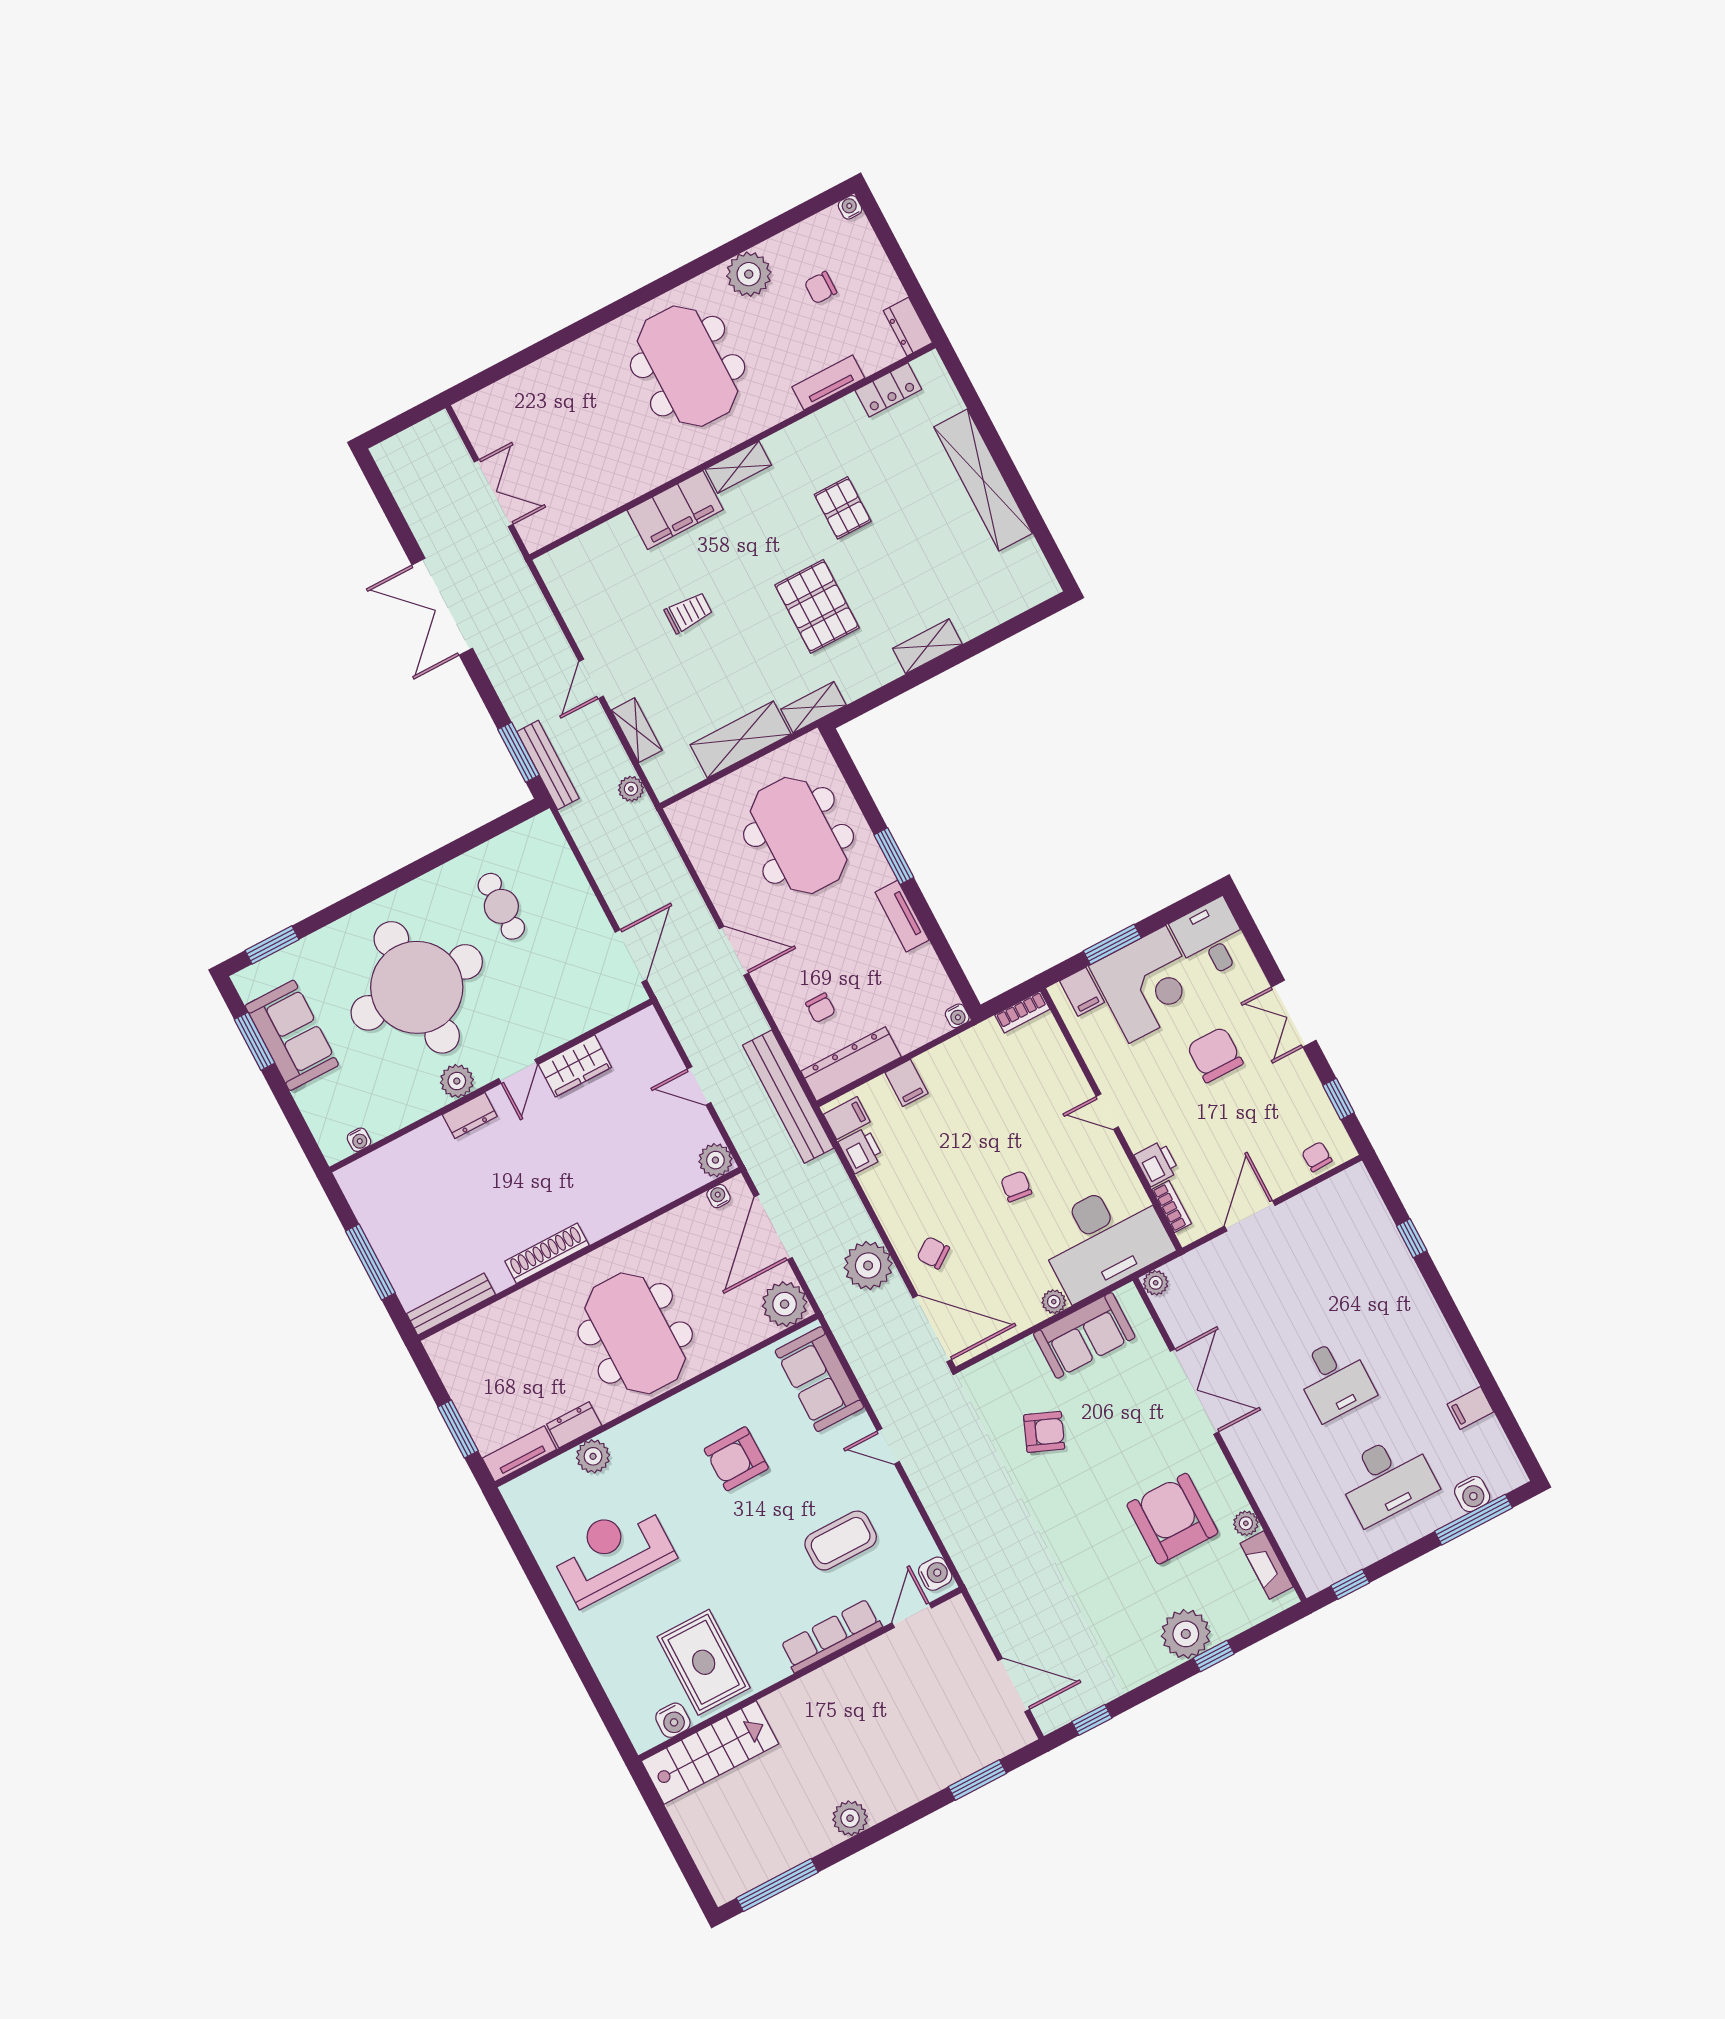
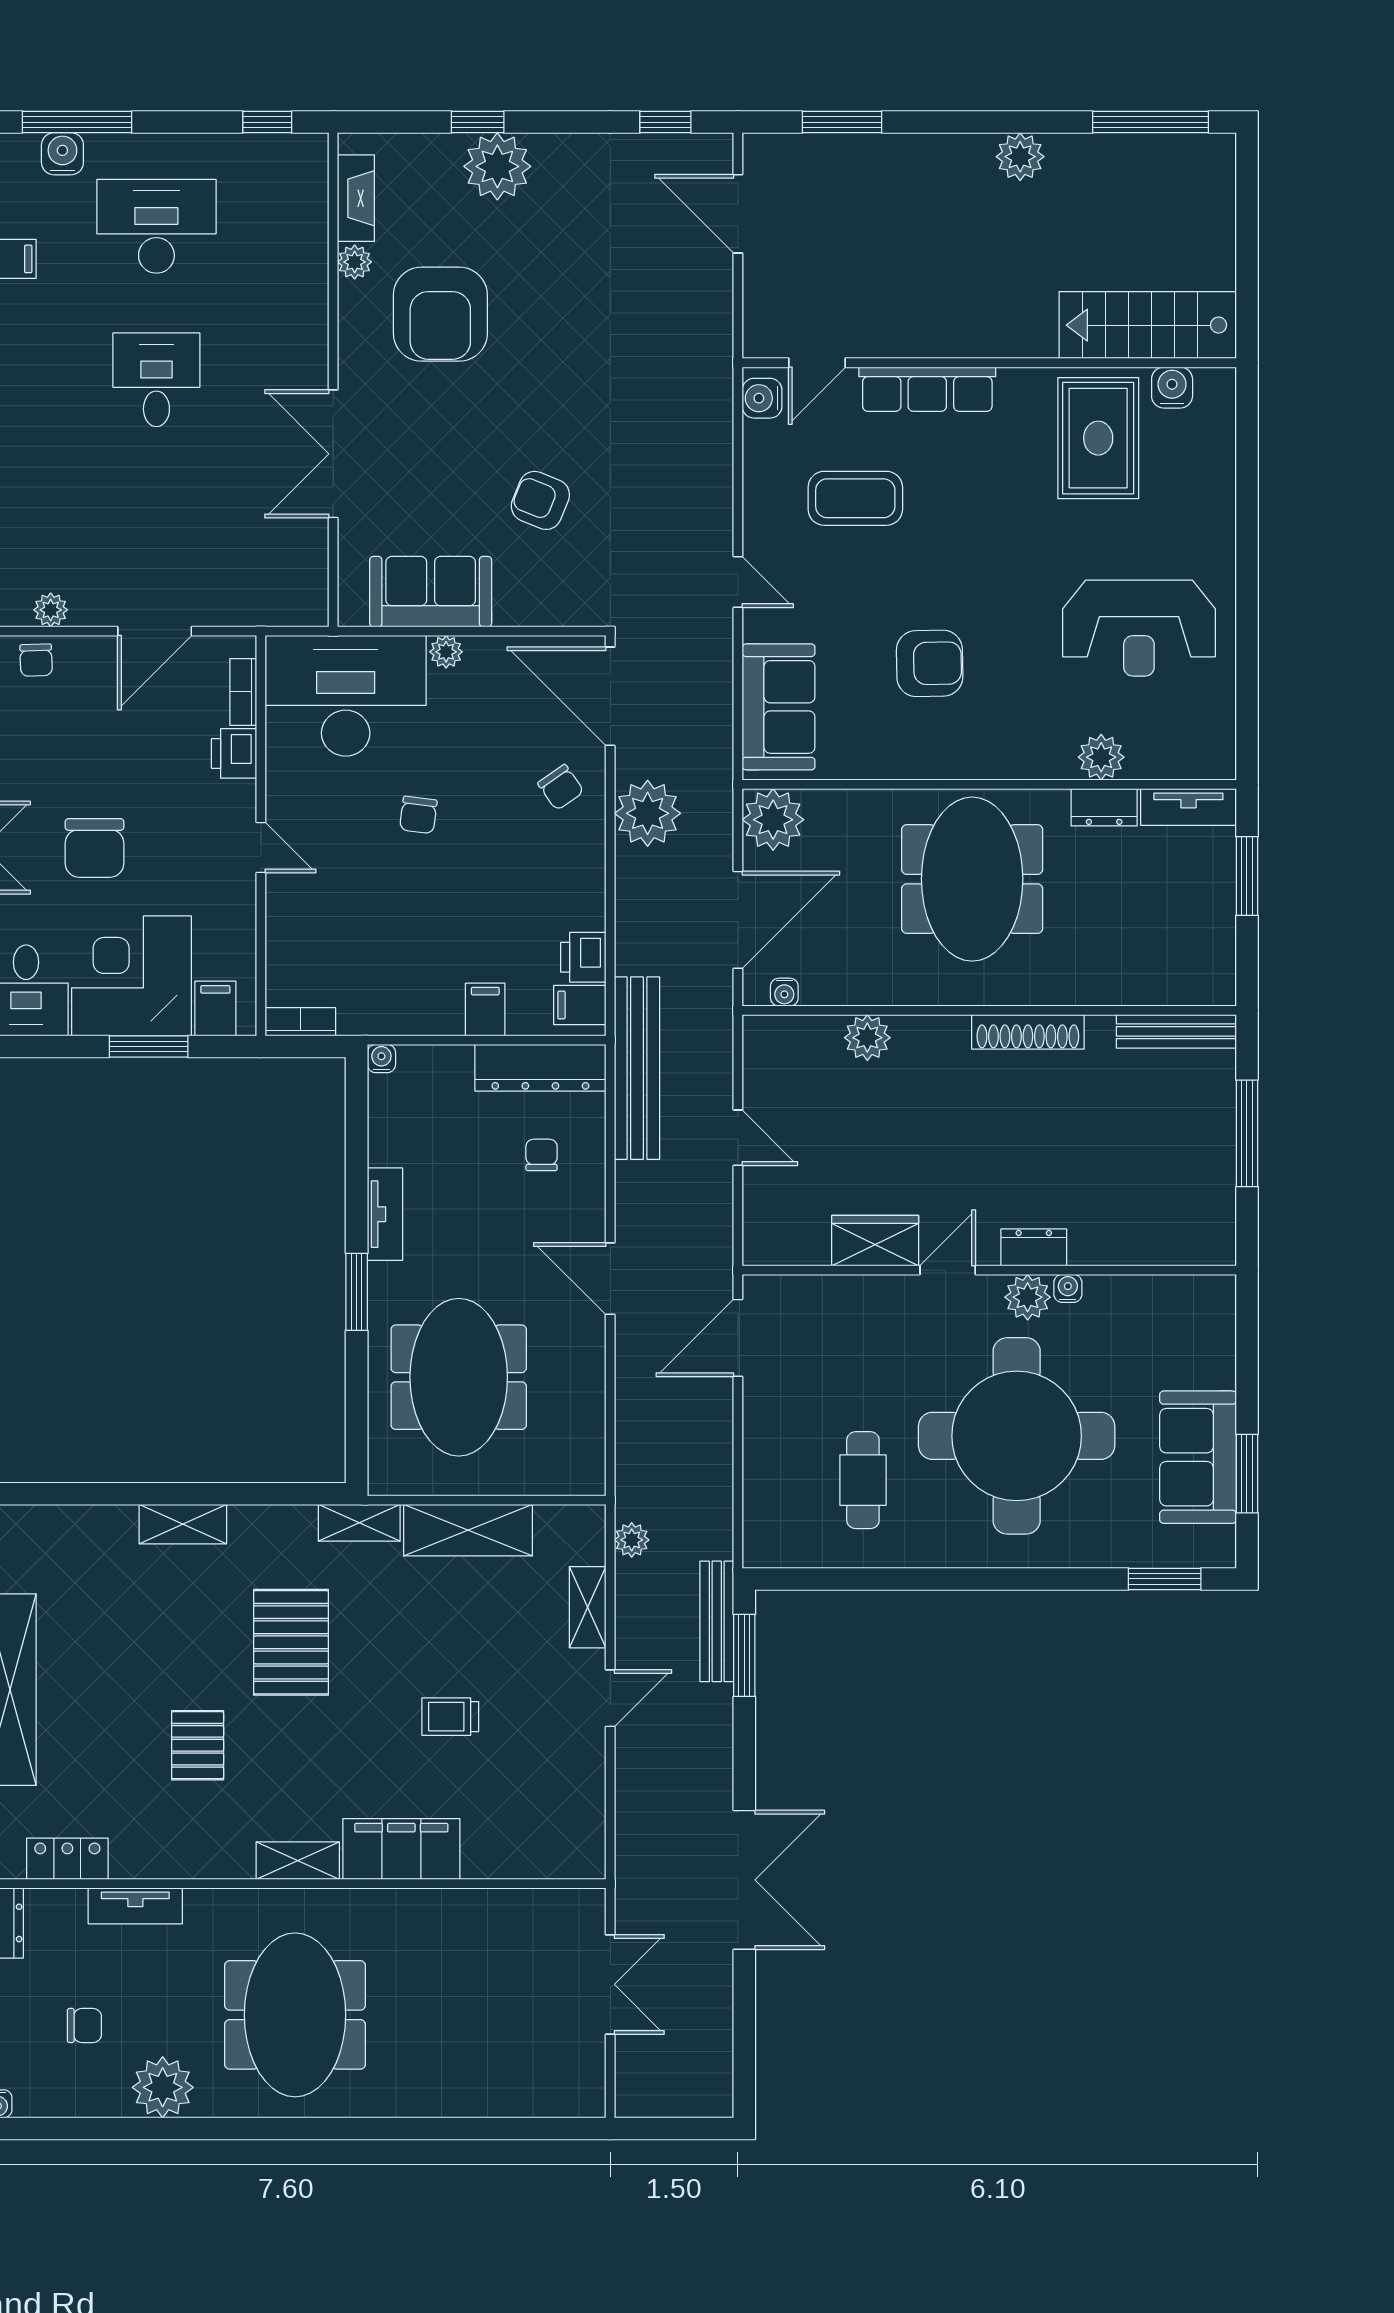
double door: (494, 493) -> (610, 1984), swing flipped
water cooler: (359, 1140) -> (1068, 1288), moved
plant: (715, 1160) -> (867, 1038), moved
plant: (1156, 1283) -> (51, 610), moved

